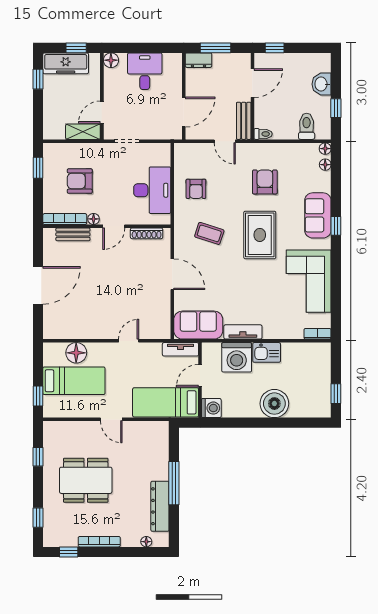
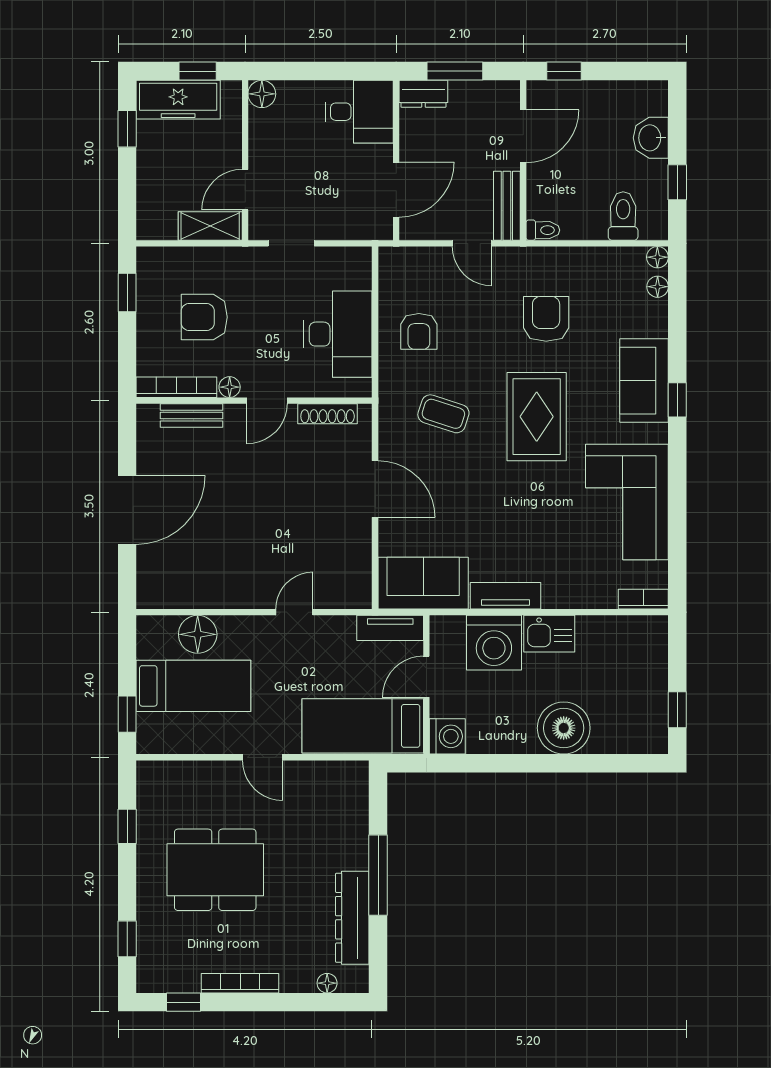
desk: (145, 71) -> (359, 112), moved, turned 90

